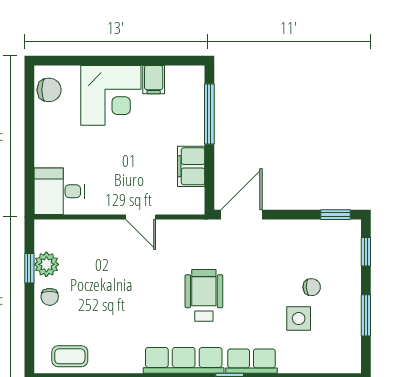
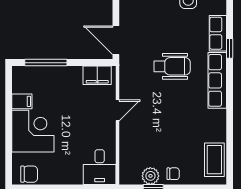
chair: (49, 90) -> (29, 174), turned 90
filing cabinet: (191, 166) -> (97, 75), moved
wheelchair: (204, 295) -> (172, 66), turned 180
coffee table: (70, 356) -> (214, 160), width x1.36, depth x1.30

